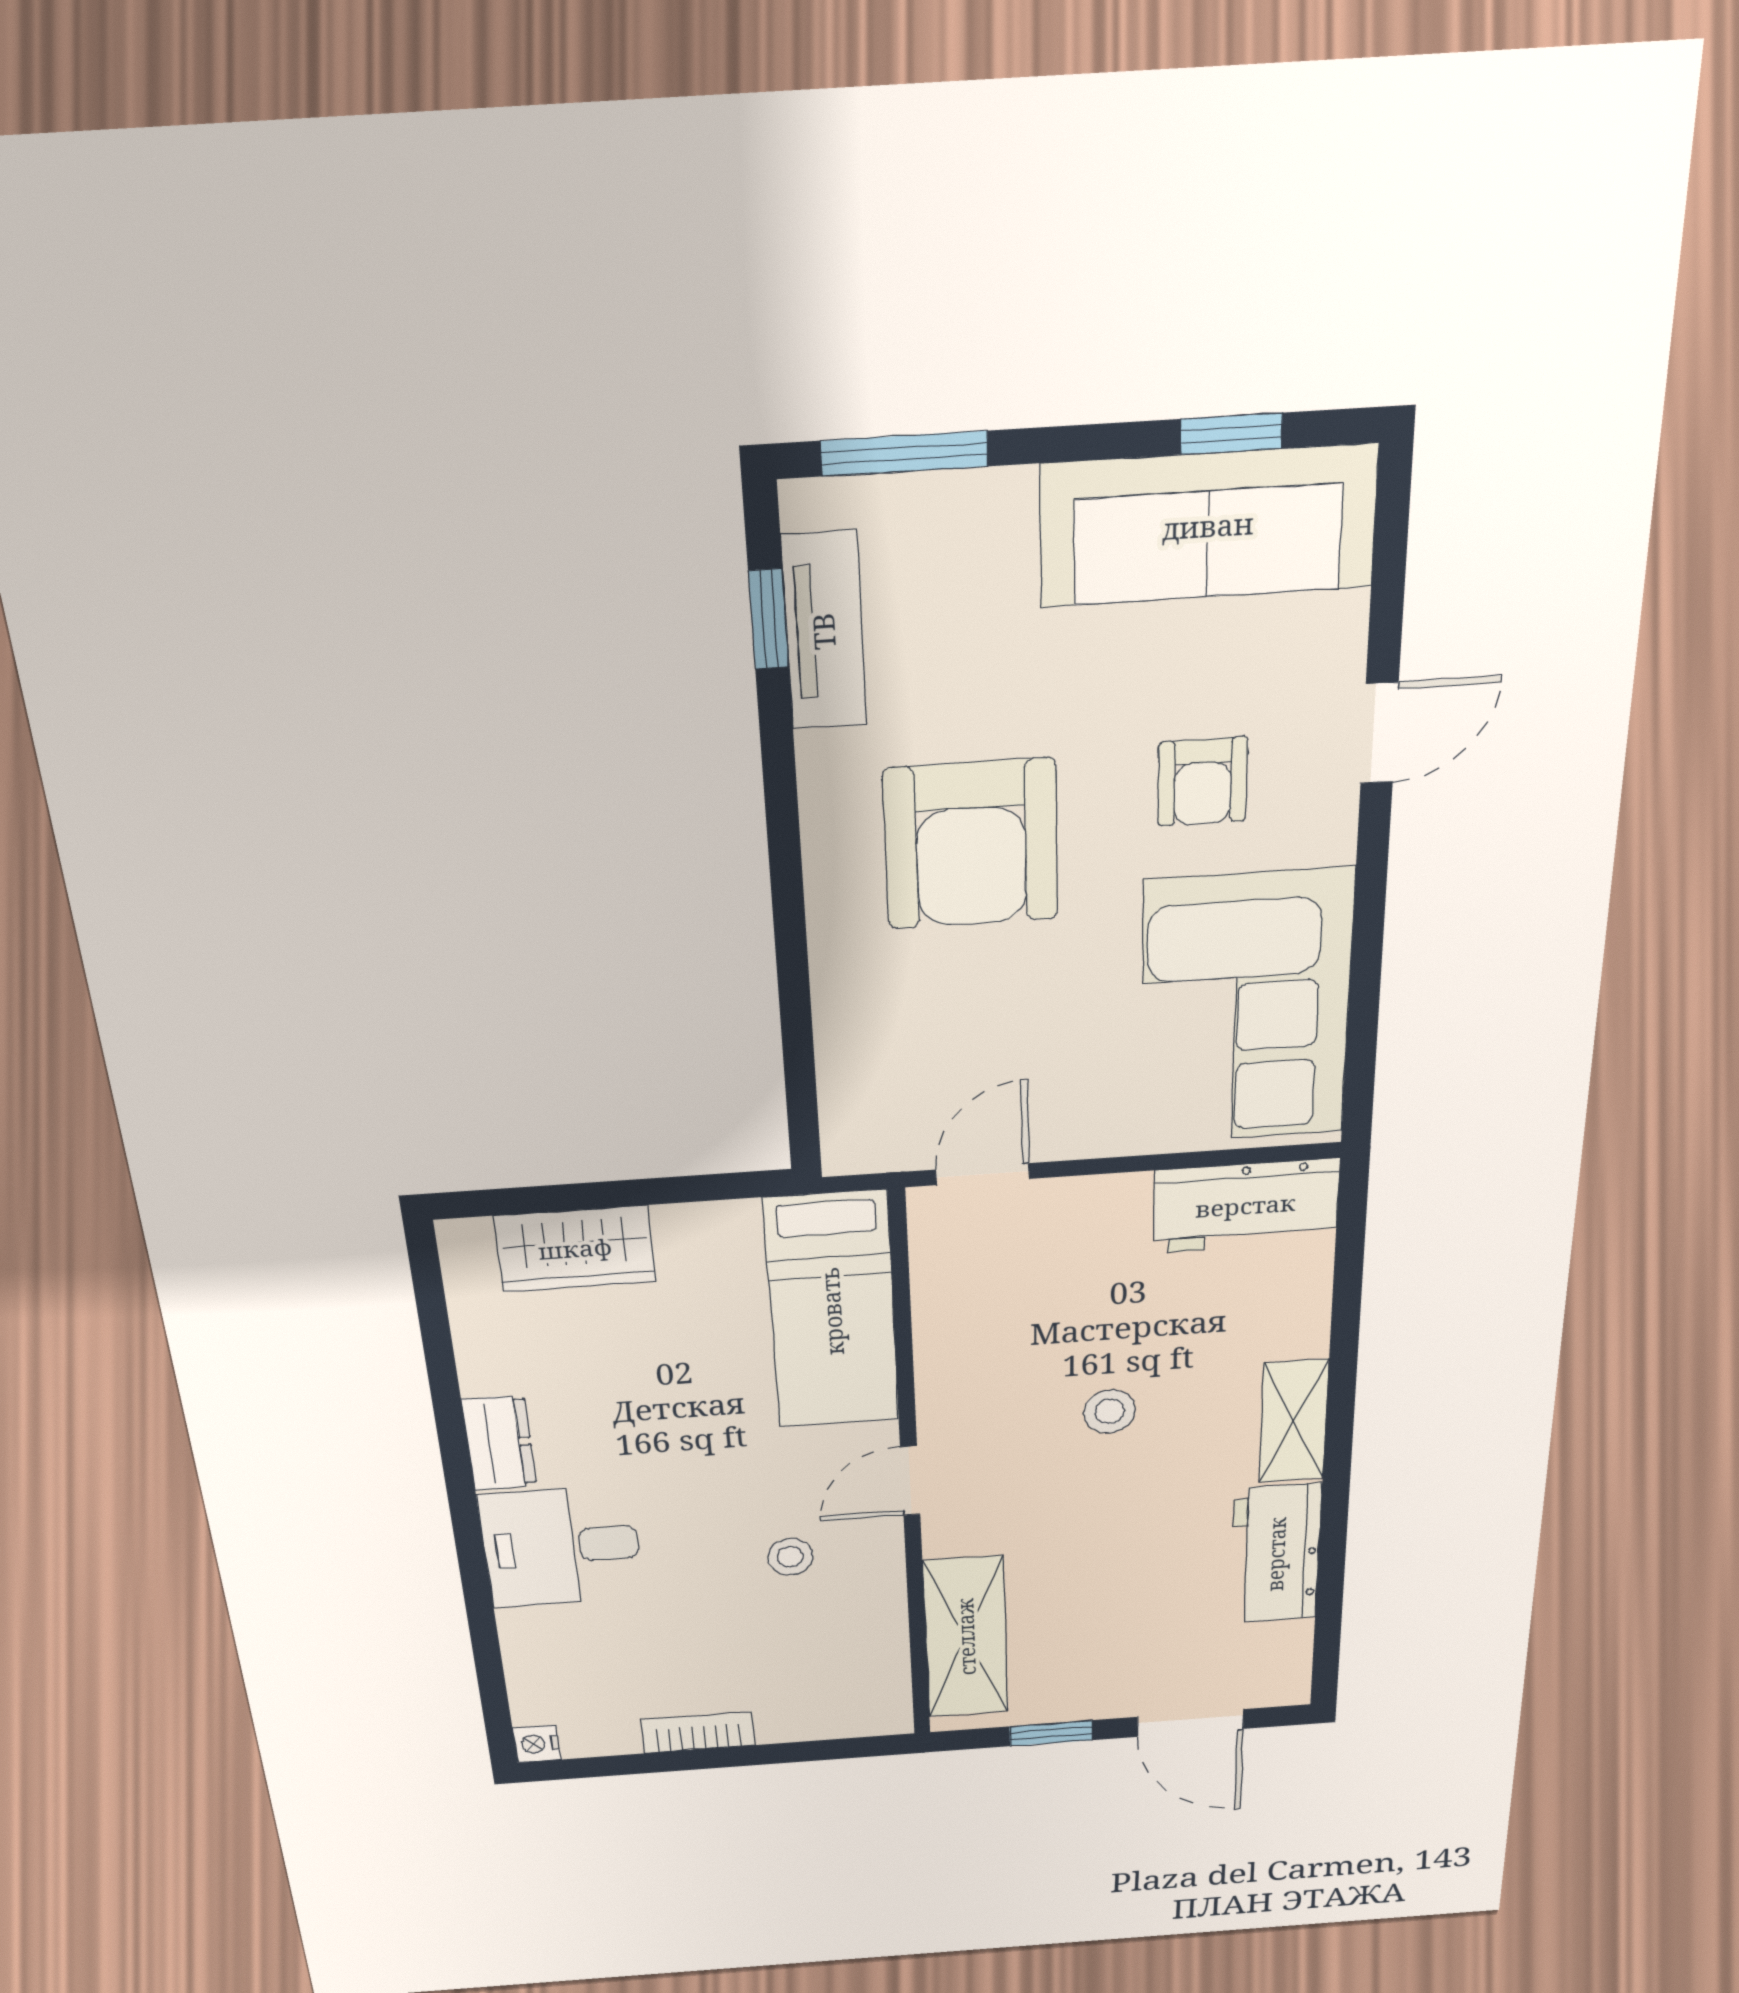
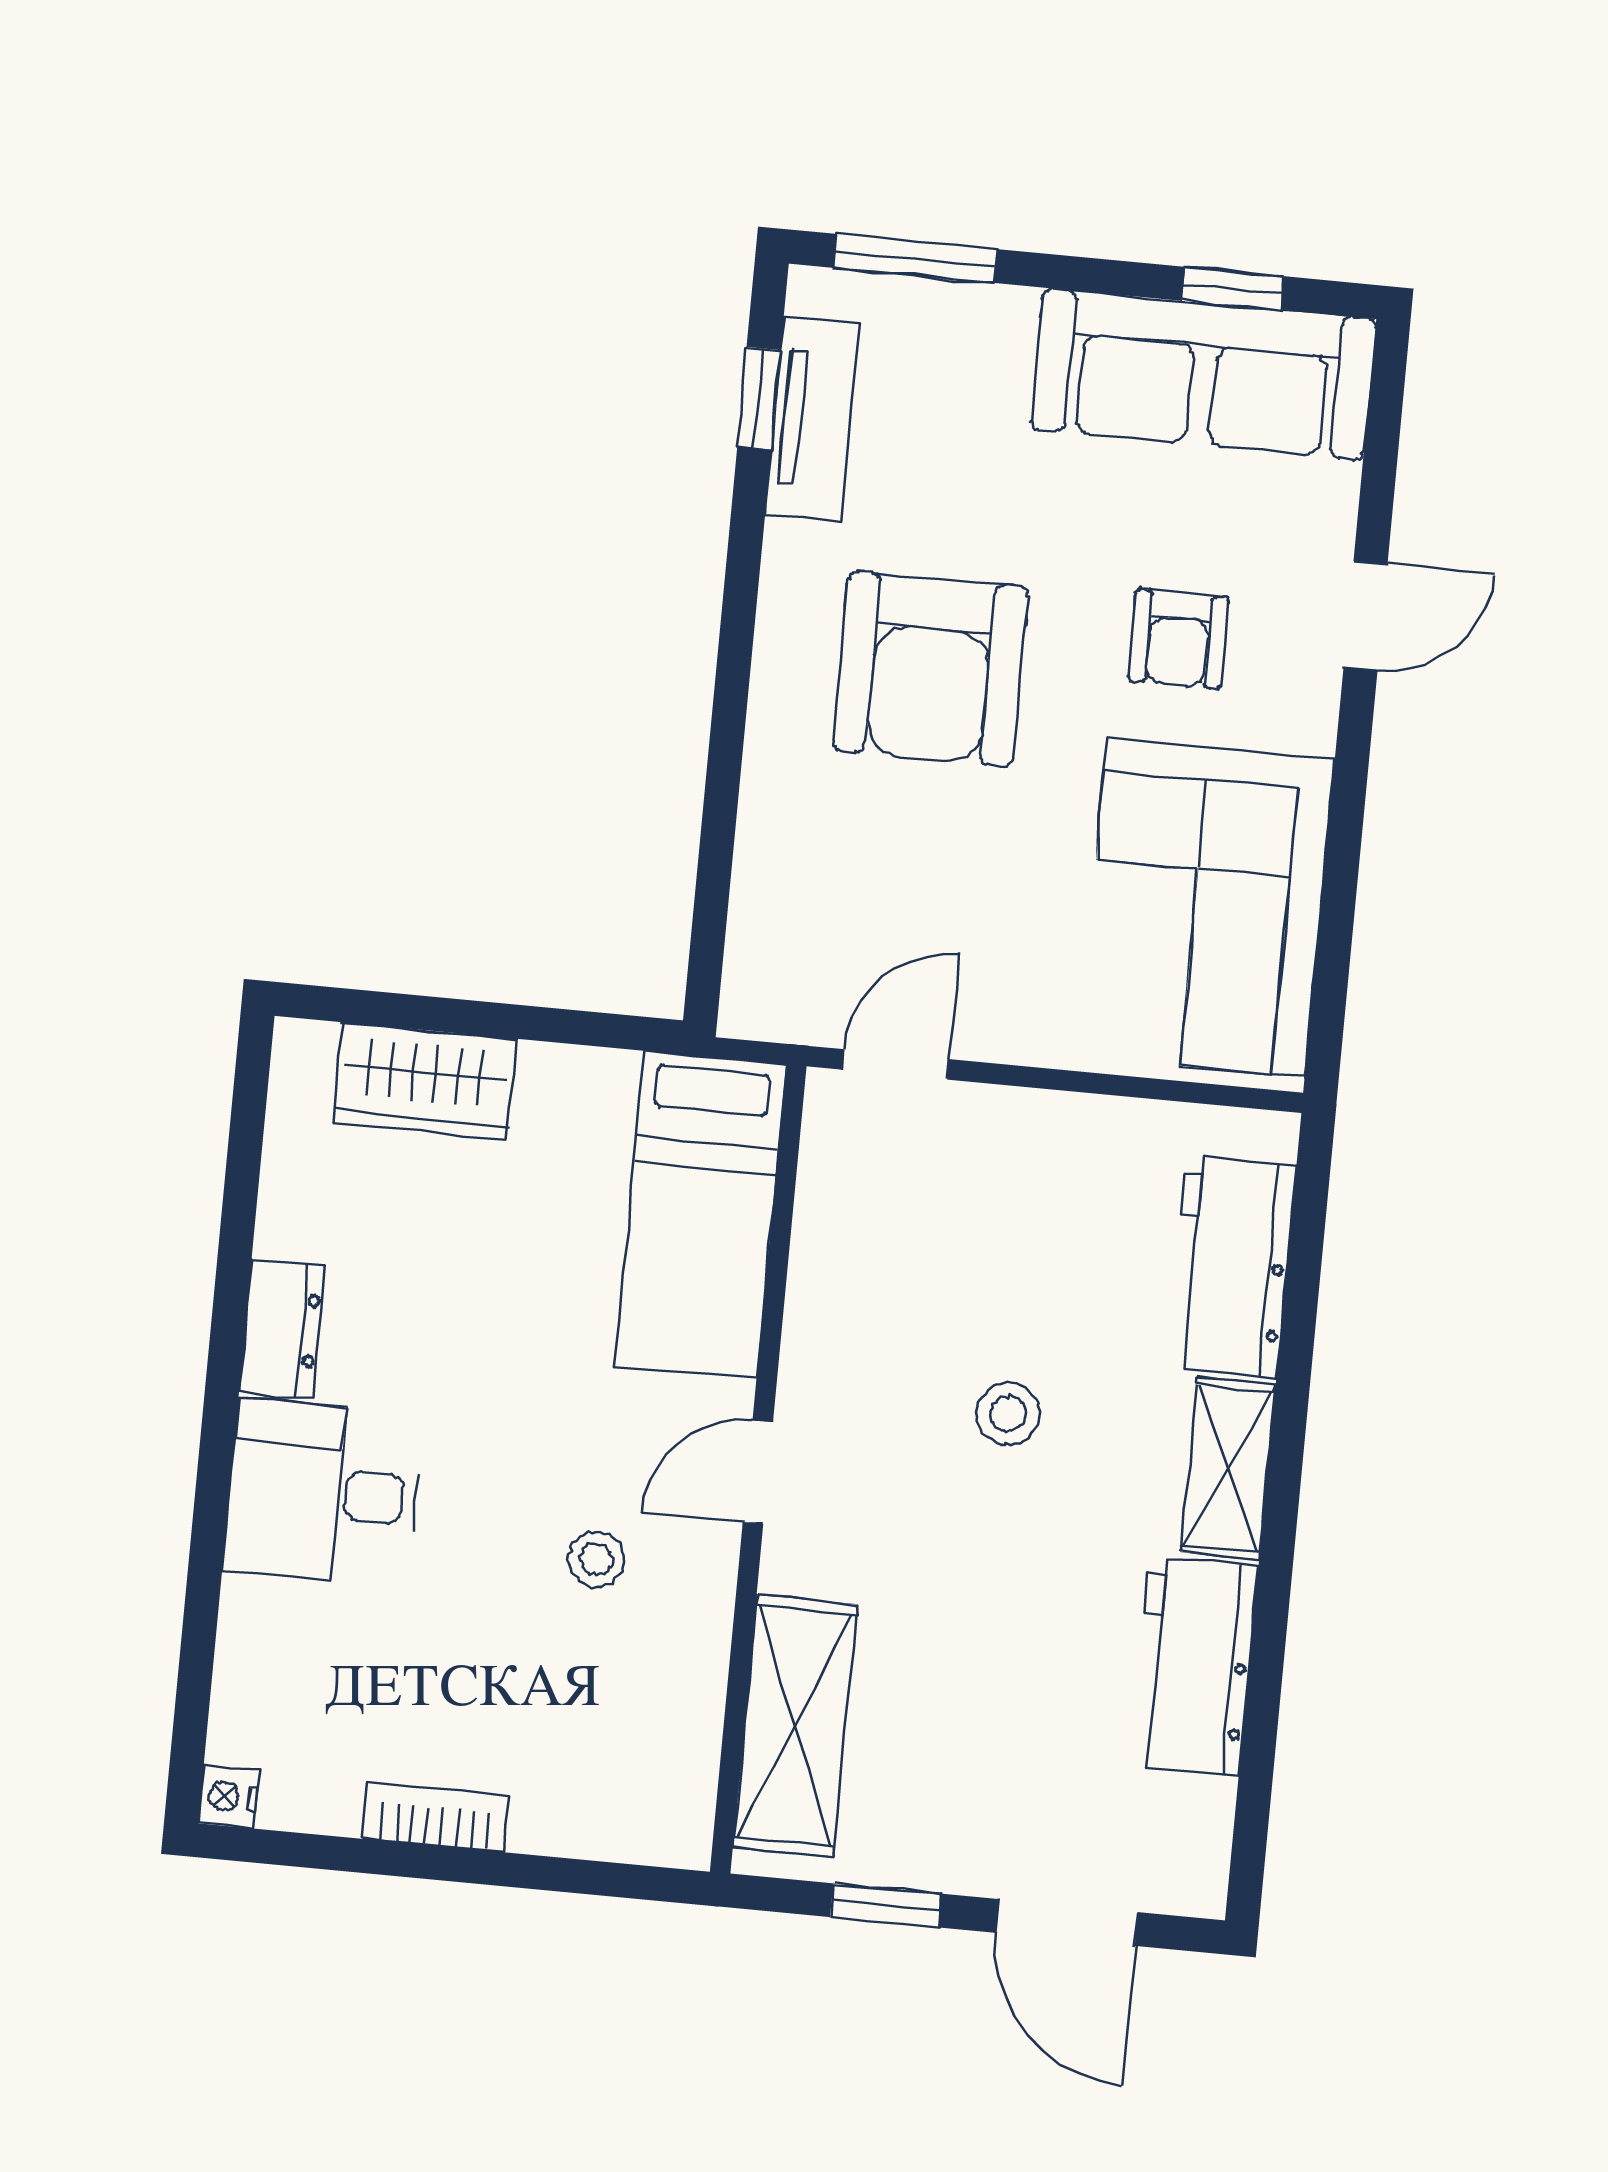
workbench: (1246, 1206) -> (1232, 1267), moved, turned 90

